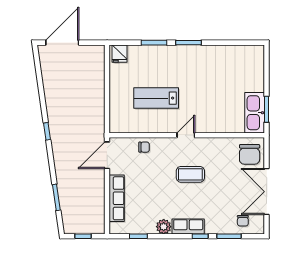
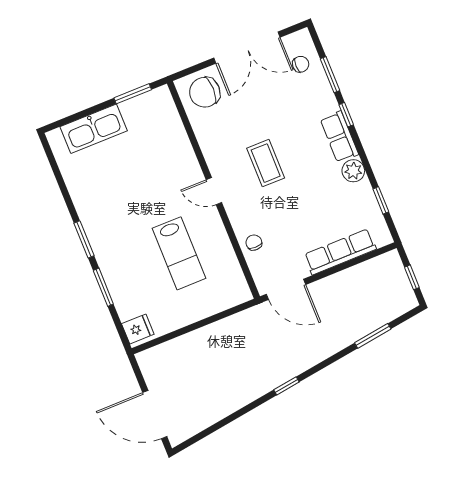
kitchen sink: (255, 113) -> (94, 129), moved
chair: (250, 154) -> (205, 92), turned 180

